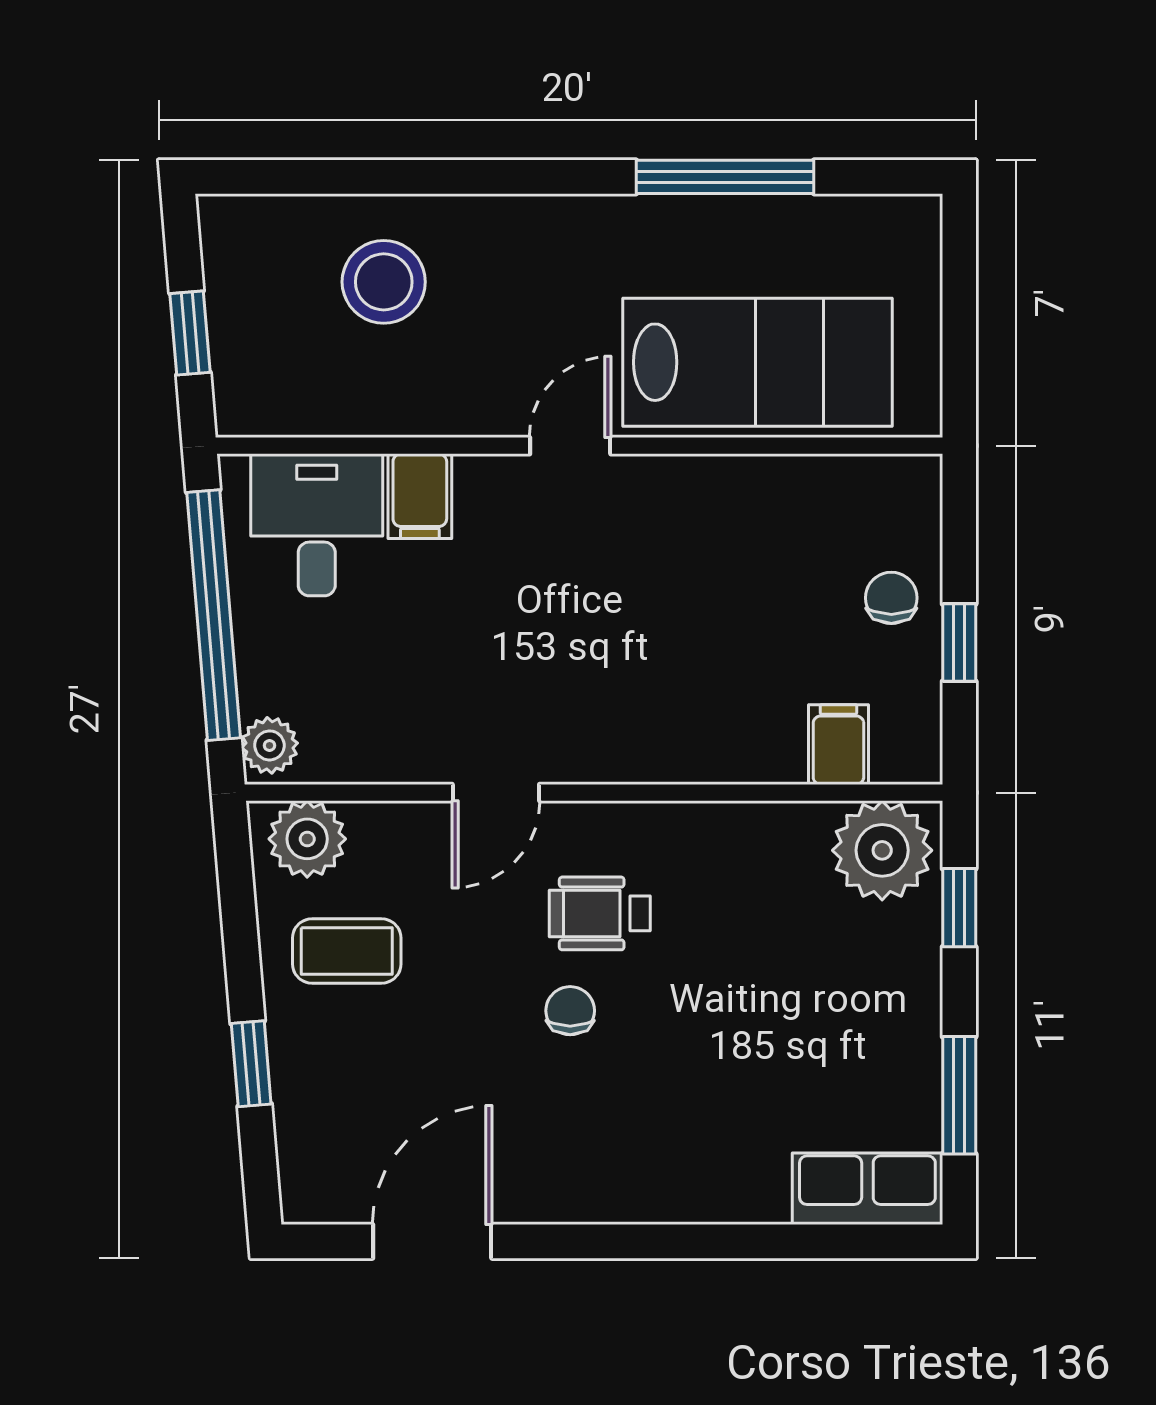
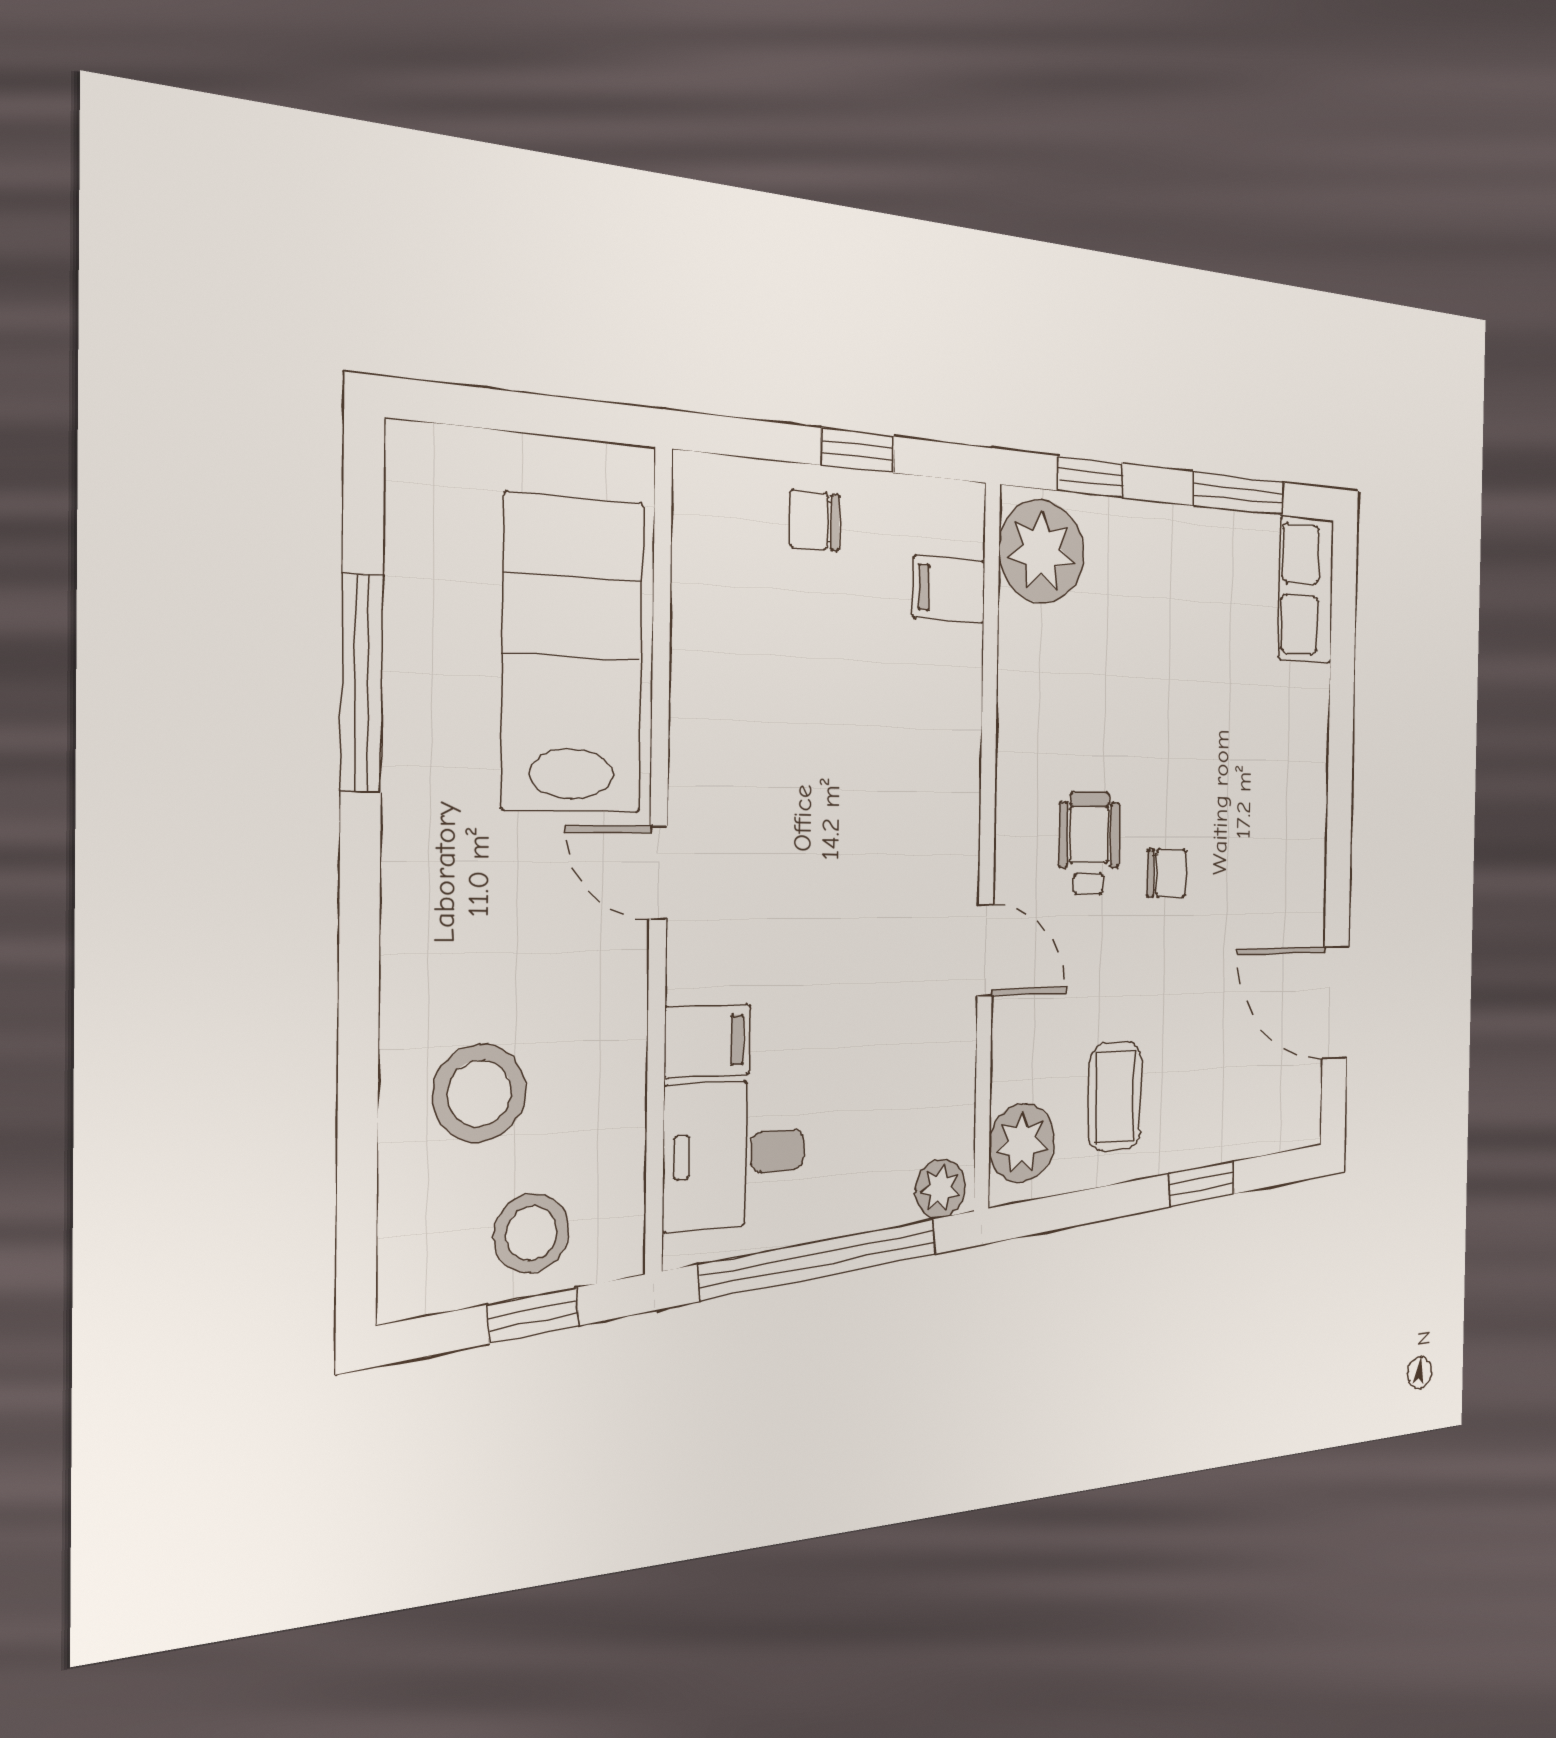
stool: (261, 330) -> (531, 1233), added
wheelchair: (600, 913) -> (1089, 843), turned 180
chair: (570, 1011) -> (1166, 873), turned 180

